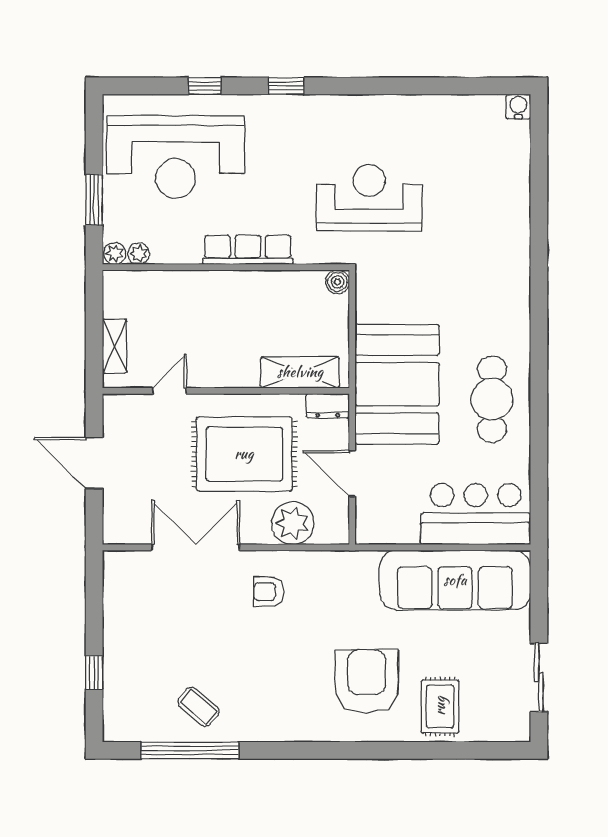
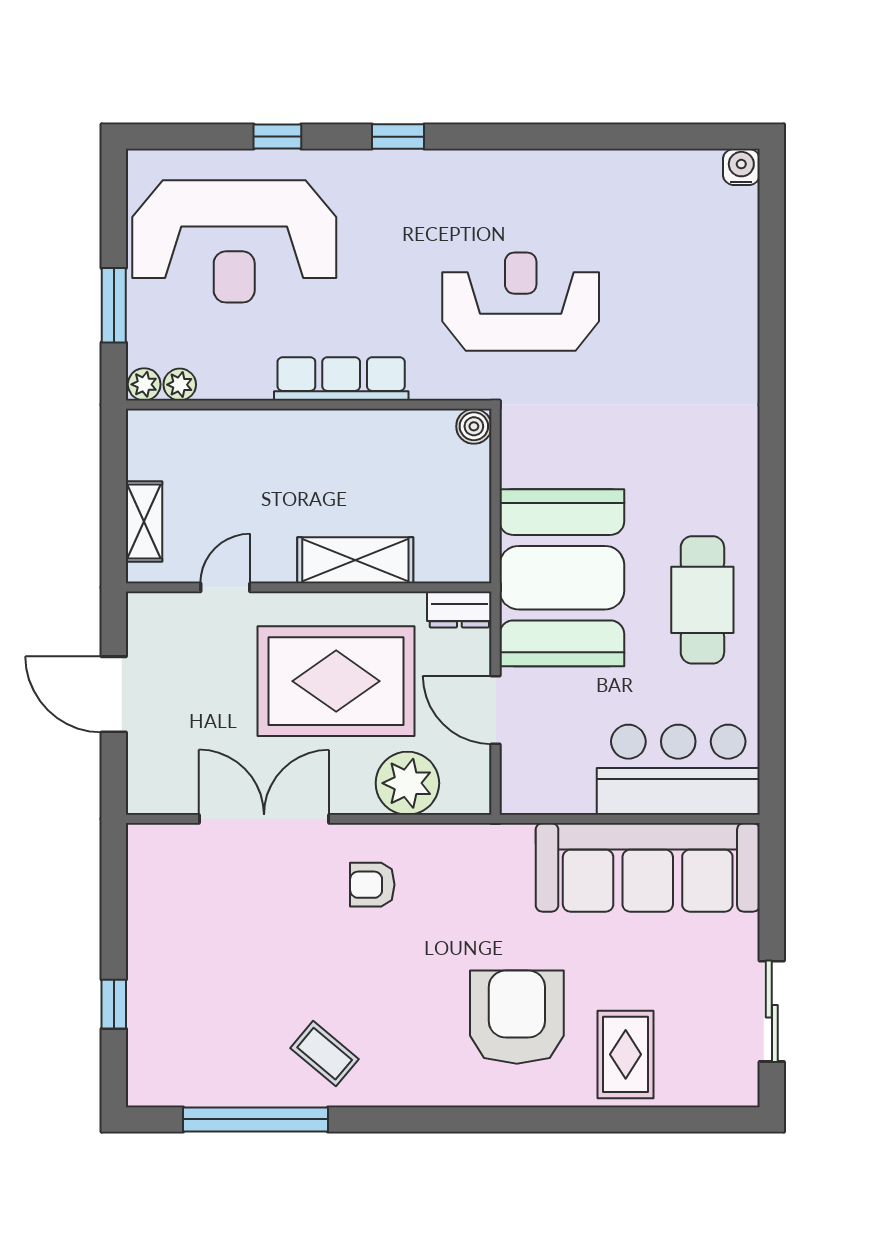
shelving: (300, 372) -> (355, 560), moved
coffee table: (198, 707) -> (325, 1054), moved

